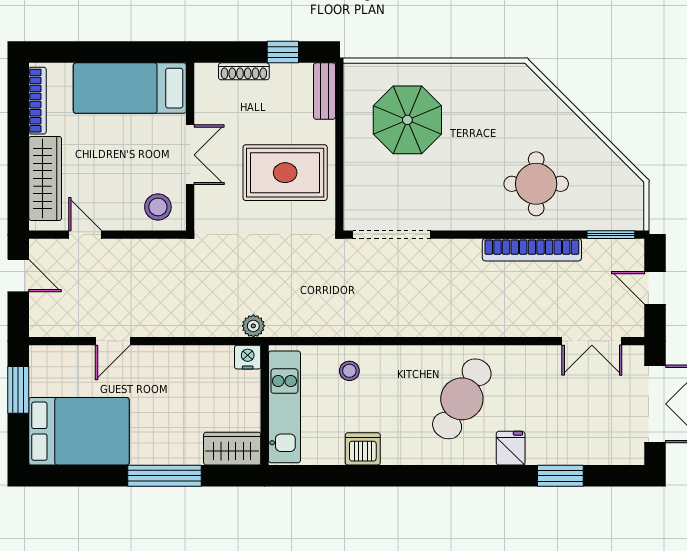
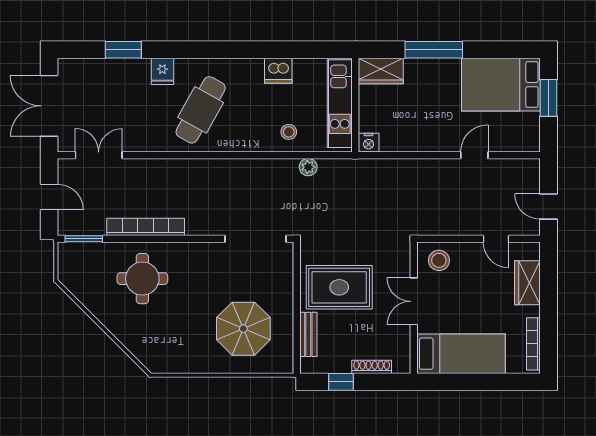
bench: (324, 91) -> (308, 334), moved
wardrobe: (45, 178) -> (527, 283), width x0.67
plant: (253, 326) -> (308, 167), moved
window: (18, 390) -> (548, 98), moved

